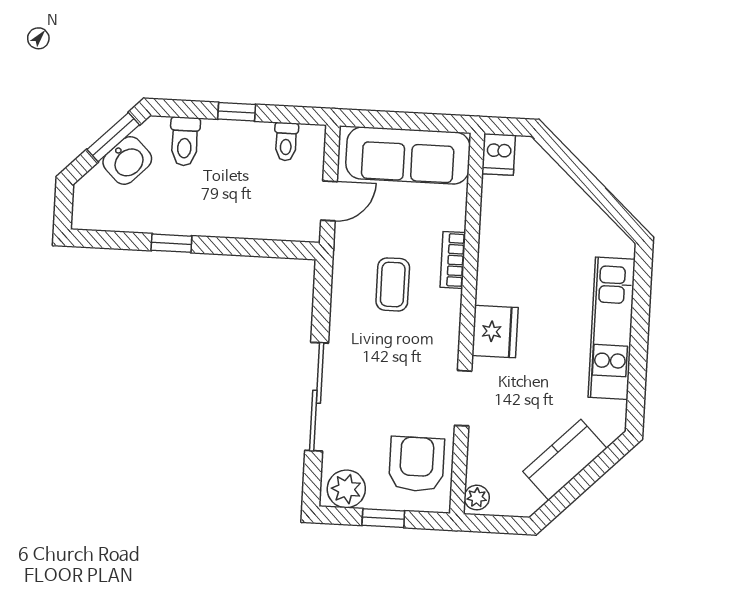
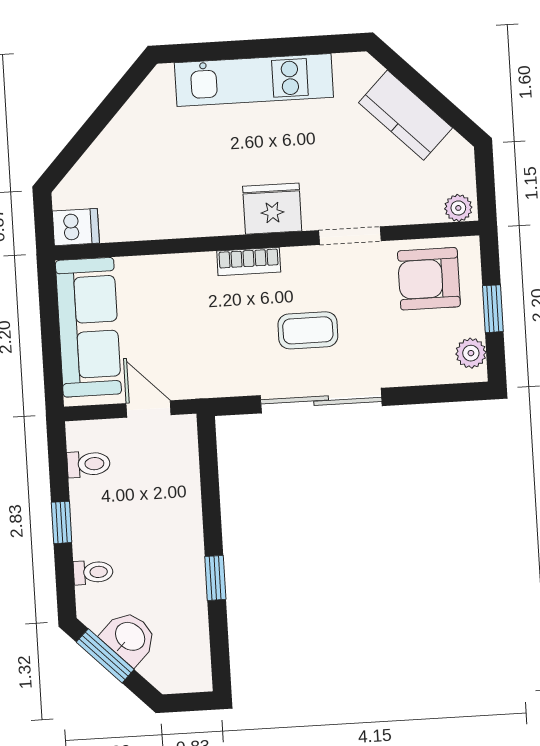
toilet: (185, 141) -> (93, 572), width x0.73, depth x0.72
bookcase: (453, 260) -> (249, 262), moved
coffee table: (393, 284) -> (308, 330), moved
sliding door: (317, 397) -> (321, 401), moved
plant: (346, 489) -> (471, 353), width x0.73, depth x0.73

